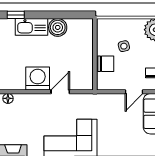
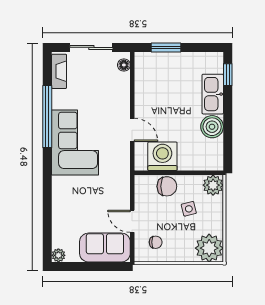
plant: (105, 27) -> (213, 185), added
chair: (106, 64) -> (167, 186), turned -90
washing machine: (38, 78) -> (162, 156), moved, turned -90

